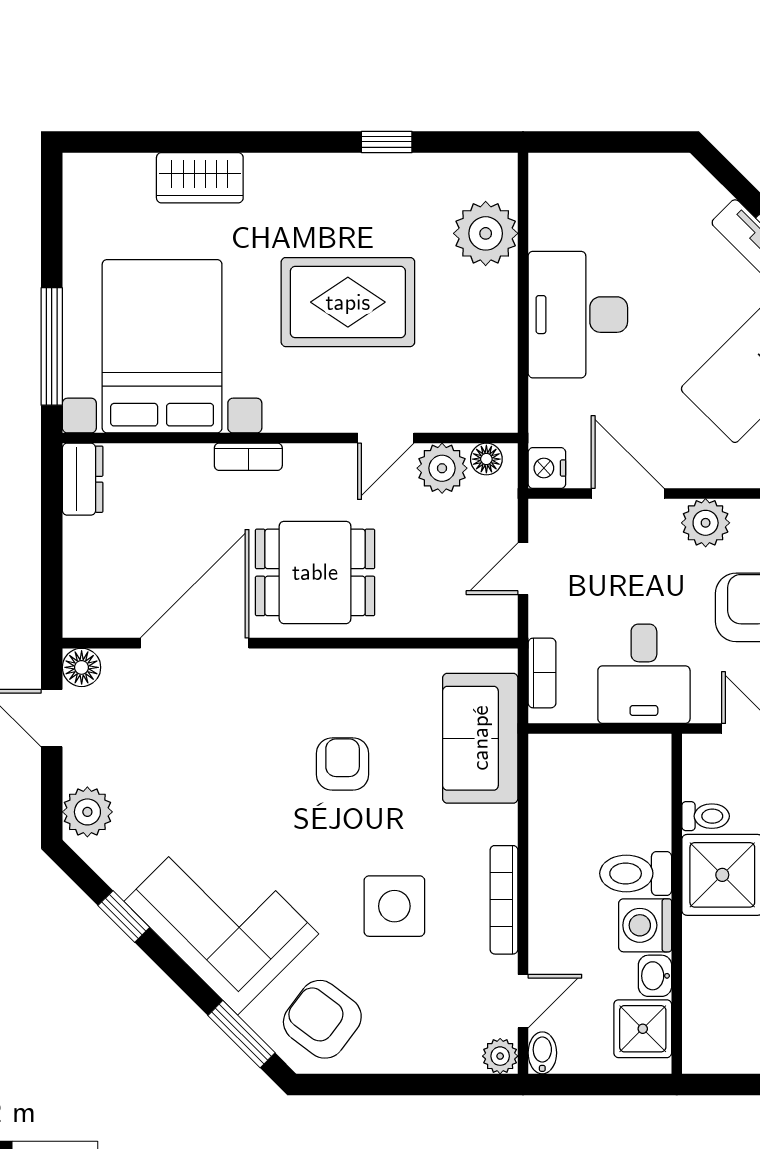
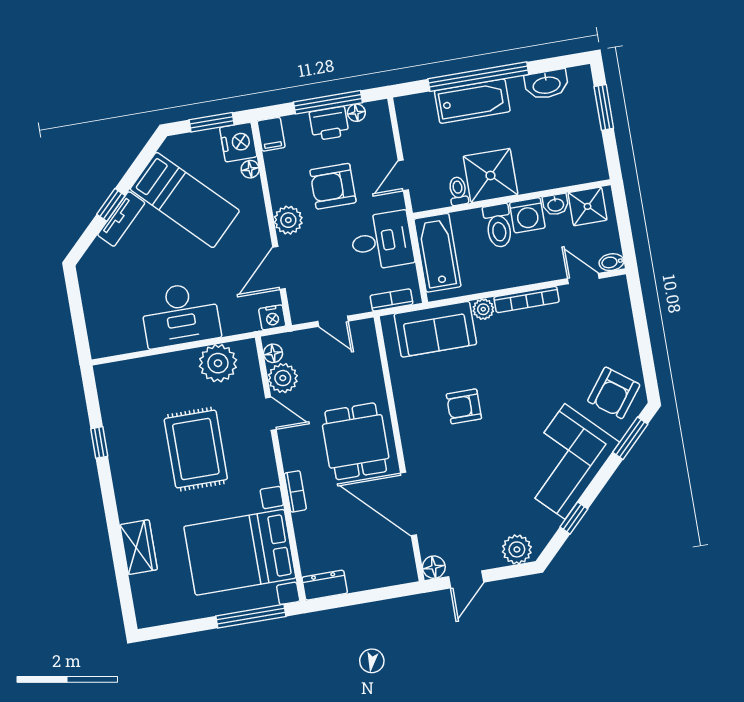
plant: (486, 233) -> (218, 363), moved
bathtub: (608, 764) -> (437, 253), added
side table: (394, 906) -> (541, 362), removed
plant: (500, 1056) -> (483, 309), moved

